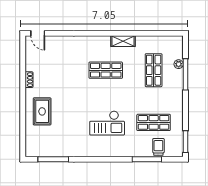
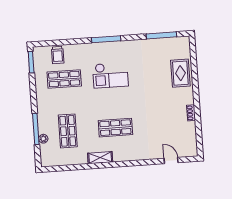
door: (38, 33) -> (171, 161), moved
rug: (42, 111) -> (180, 73), moved
checkout: (107, 123) -> (110, 75), turned 180
window: (147, 159) -> (106, 39), moved

